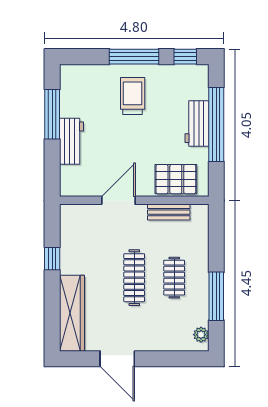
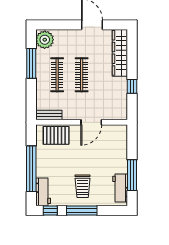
workbench: (197, 123) -> (43, 192), moved
workbench: (72, 141) -> (120, 188), moved
bench: (169, 212) -> (49, 115), moved
clothes rail: (174, 278) -> (57, 75), width x1.36
plant: (201, 335) -> (45, 40), width x1.88, depth x1.88

